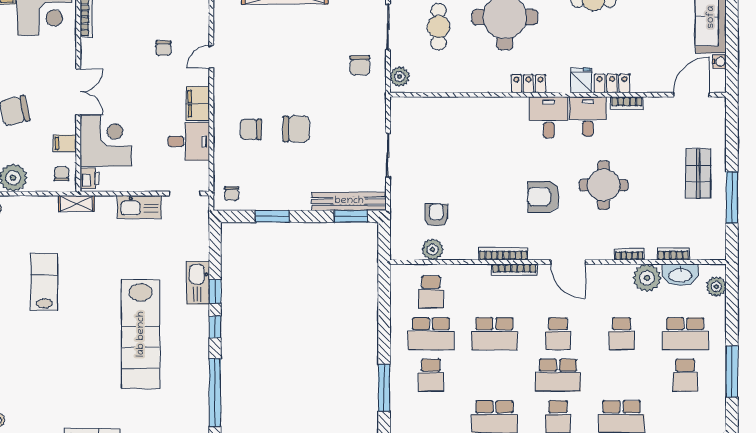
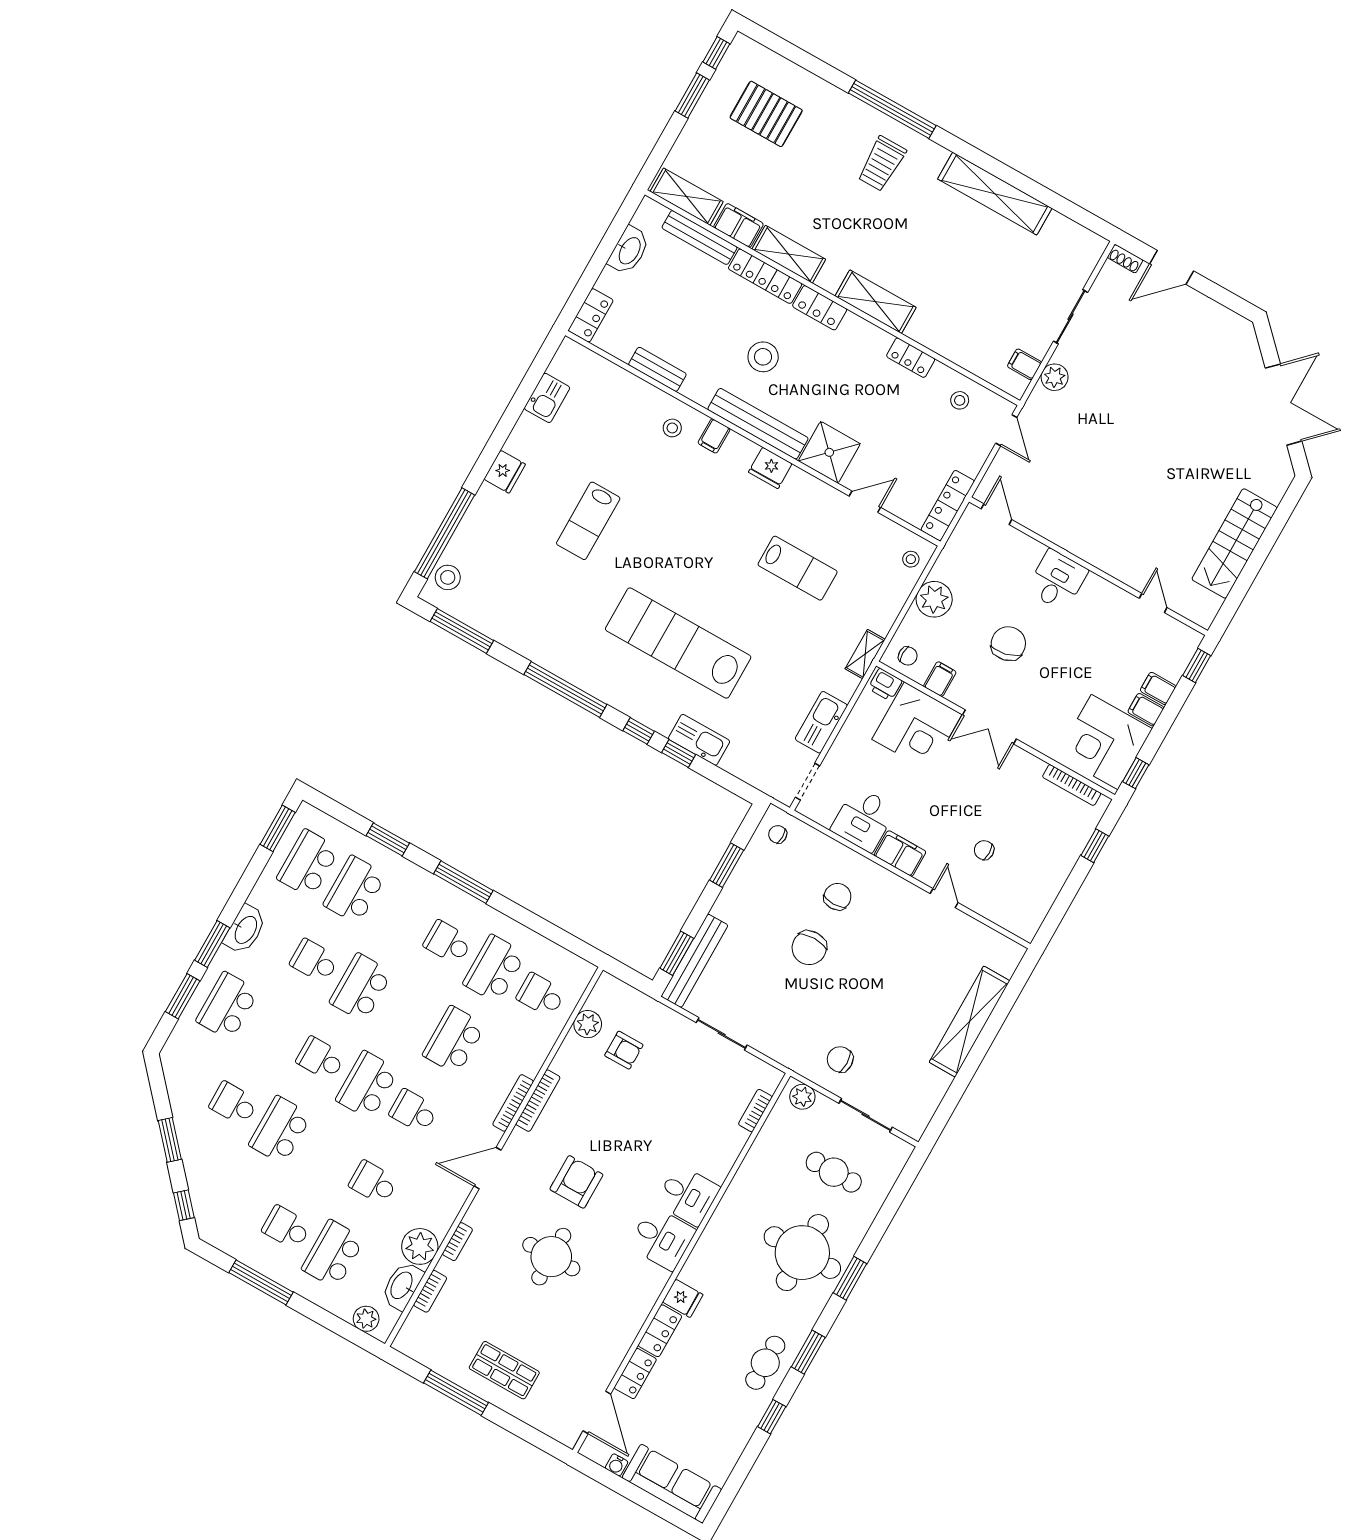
locker: (528, 84) -> (635, 1374), moved
bookcase: (627, 103) -> (755, 1111), moved
desk: (588, 116) -> (688, 1195), moved

